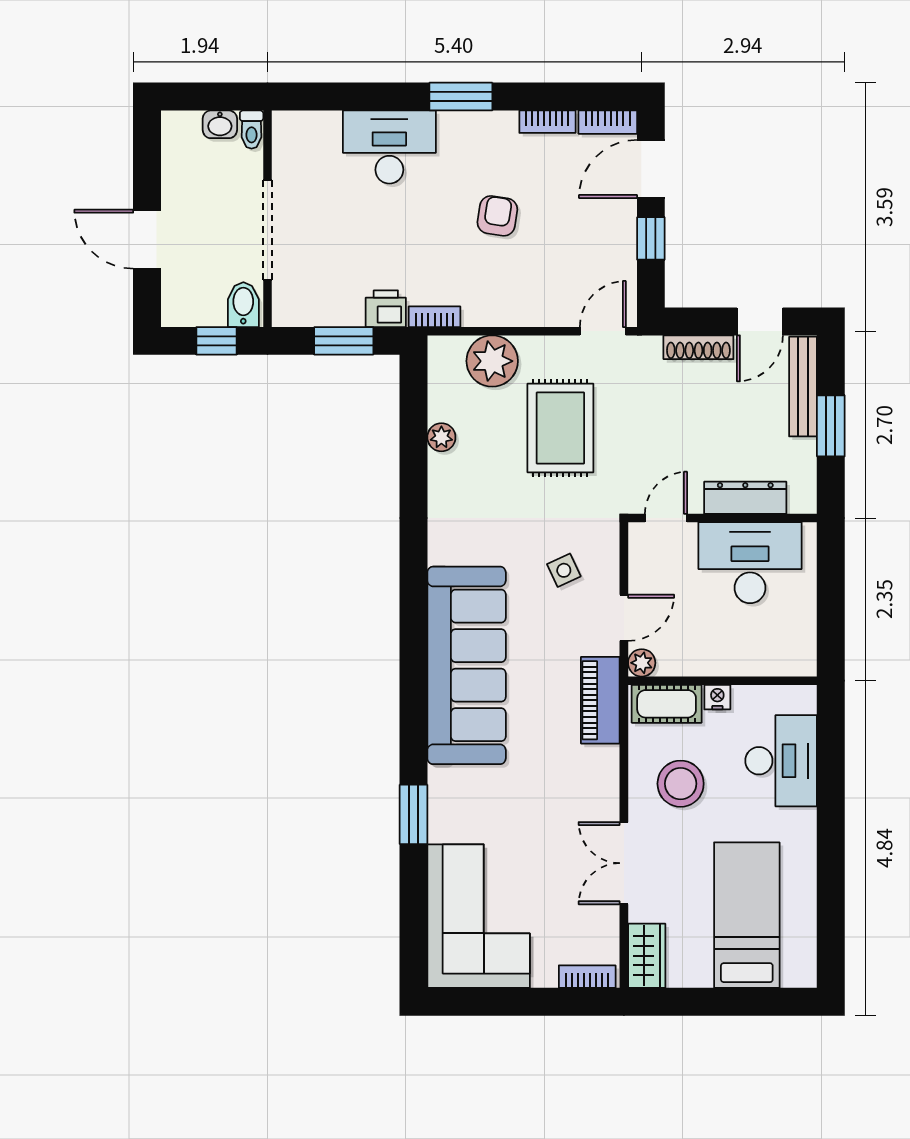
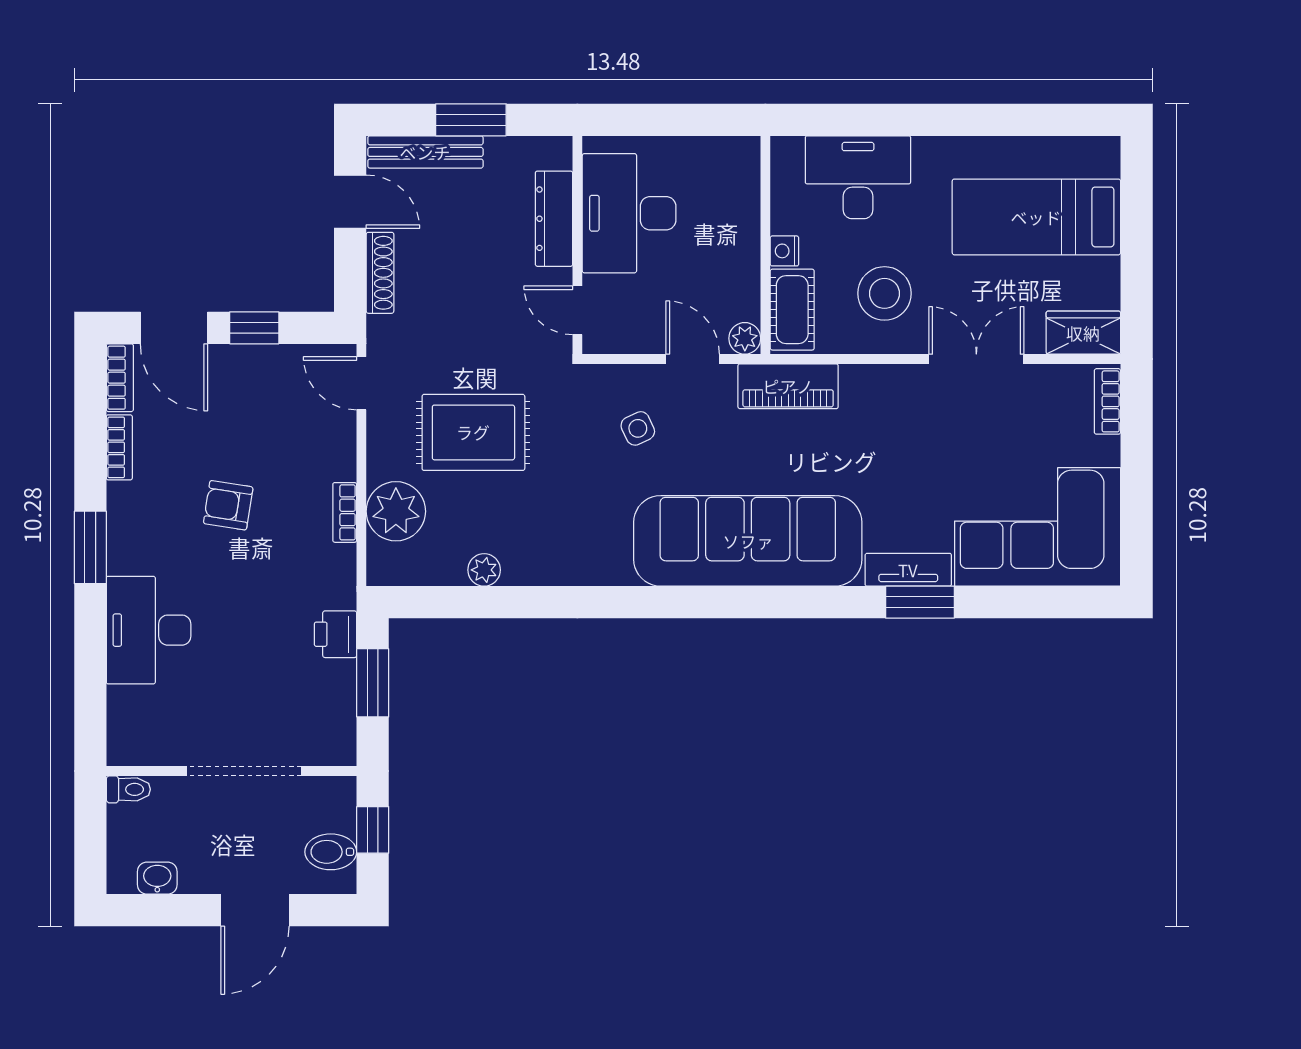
washbasin: (220, 124) -> (157, 878), moved, turned -90
bidet: (243, 305) -> (331, 852), moved
bookcase: (435, 317) -> (345, 512), moved
tv unit: (442, 804) -> (908, 570), added
double door: (624, 863) -> (976, 359), swing flipped

